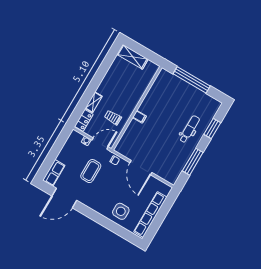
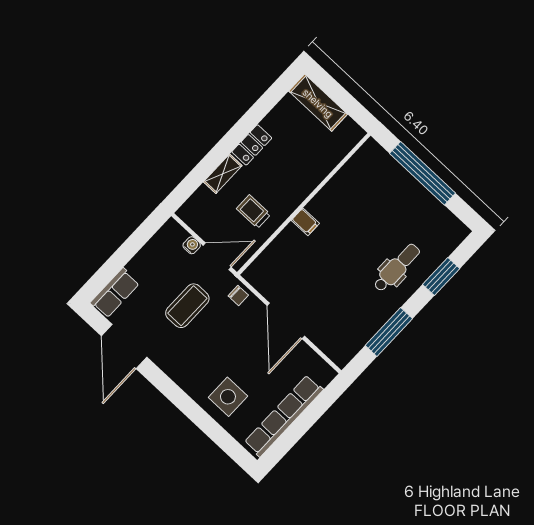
locker: (84, 120) -> (252, 145), moved
door: (64, 198) -> (124, 346), hinge flipped

